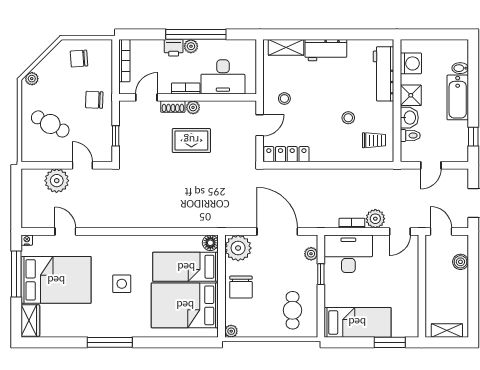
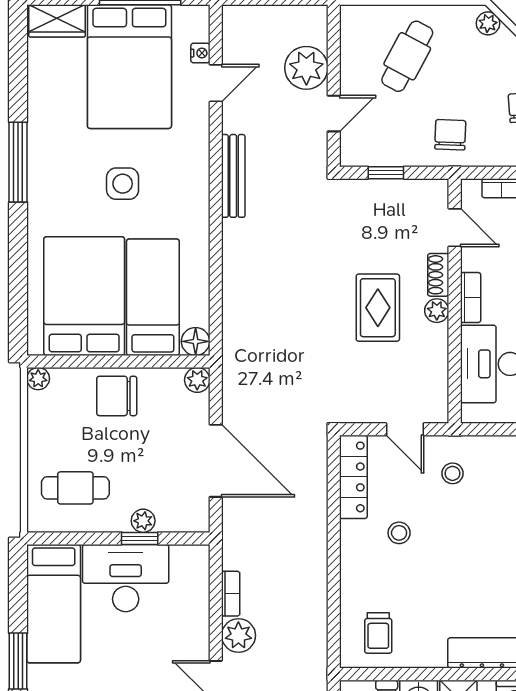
stool: (348, 118) -> (399, 533), moved
bench: (117, 222) -> (233, 176), added
door: (277, 231) -> (216, 461), hinge flipped
nightstand: (27, 240) -> (200, 53), moved
plant: (238, 248) -> (197, 380), width x0.53, depth x0.53
plant: (311, 254) -> (143, 521), moved
desk: (348, 254) -> (126, 578), moved, turned -90

